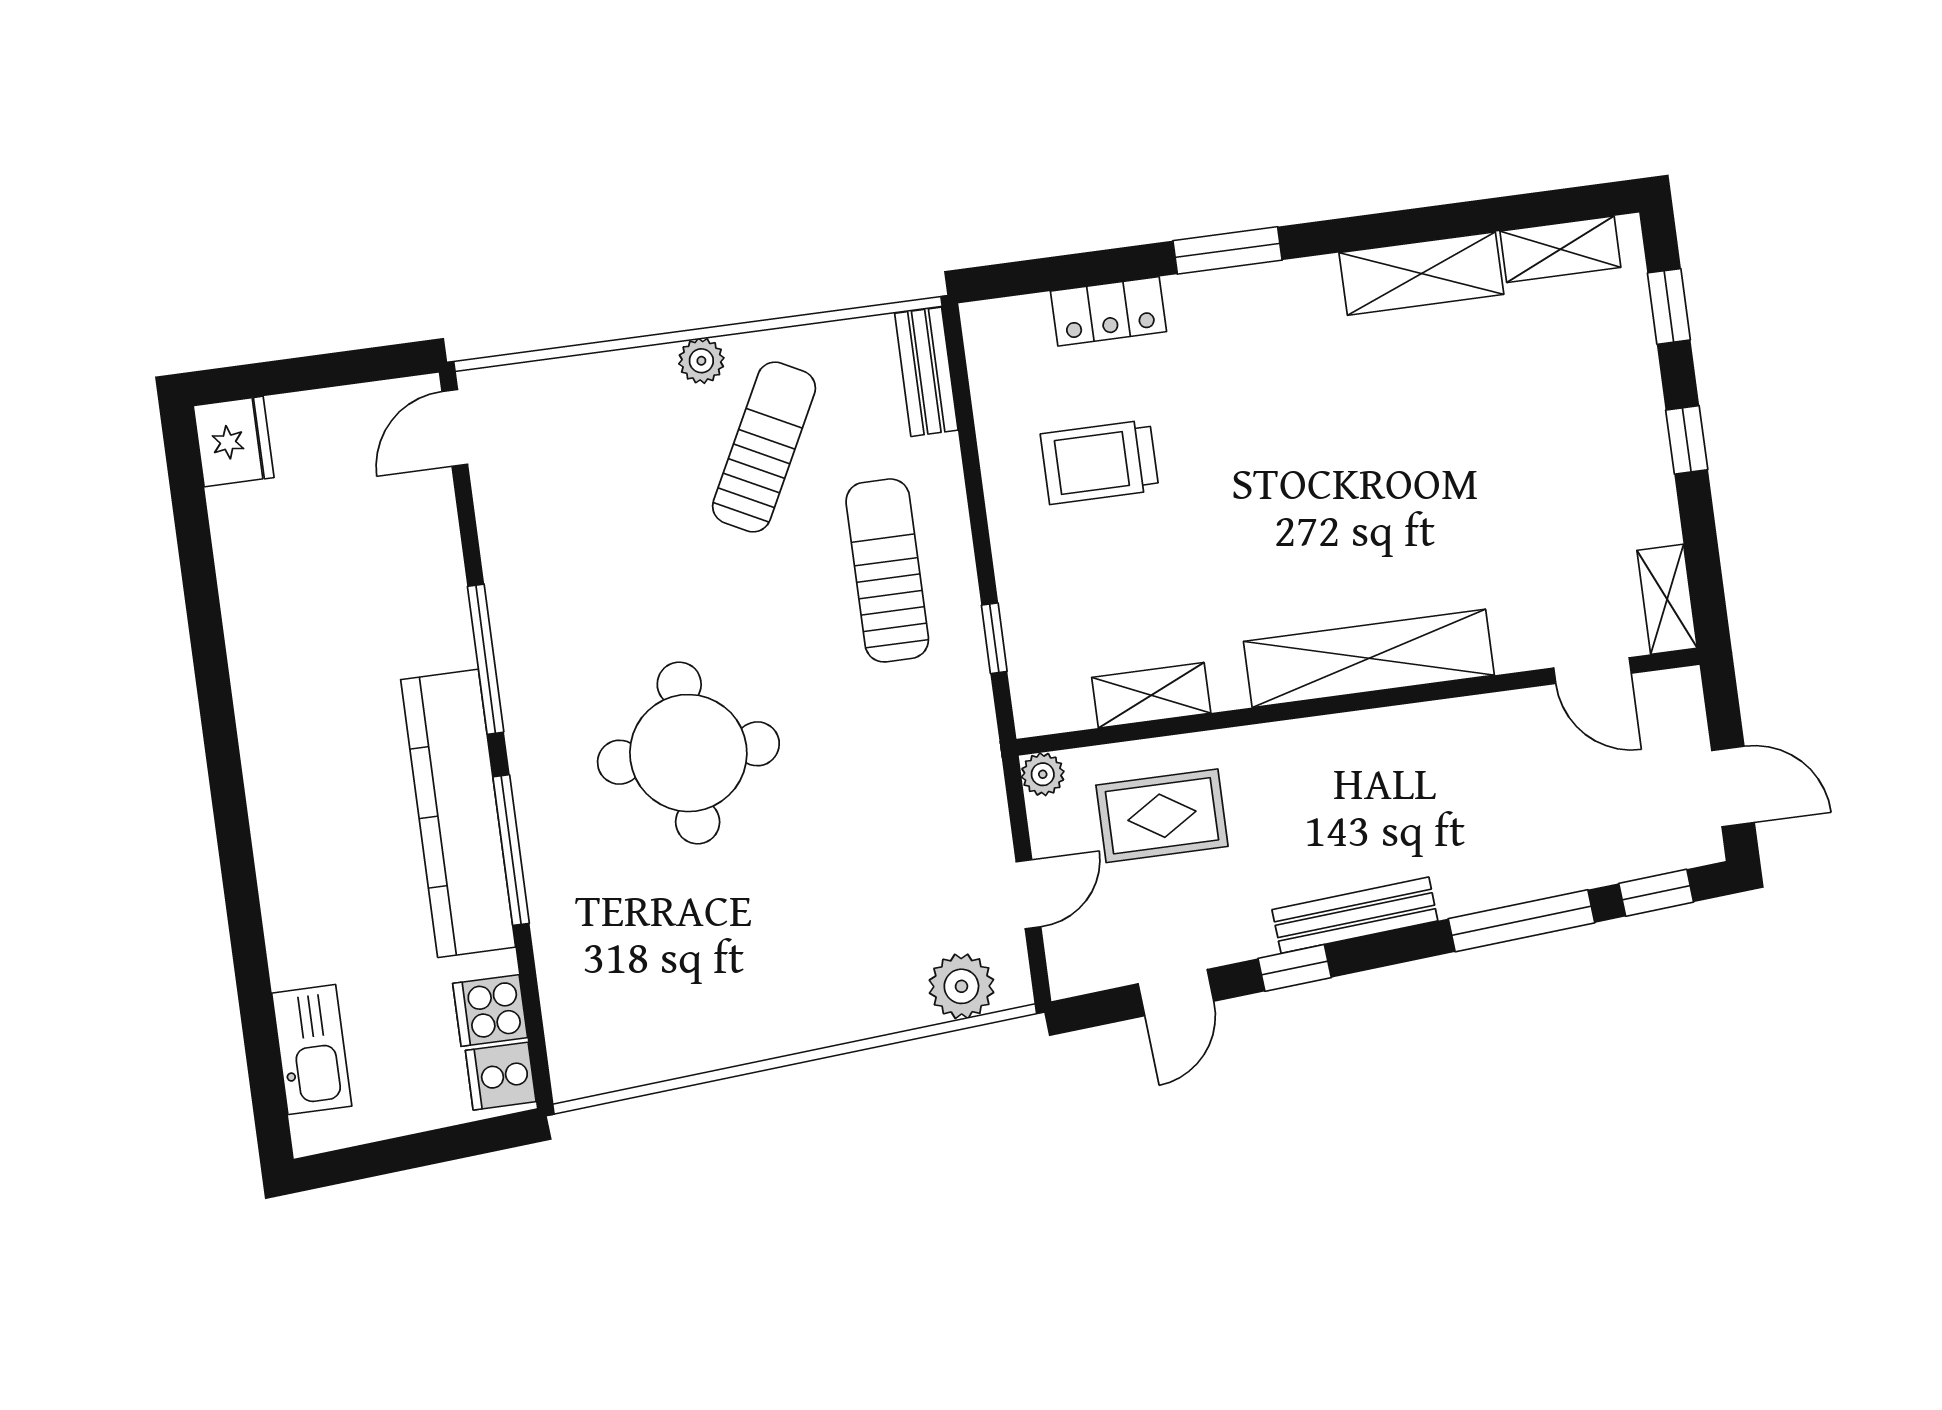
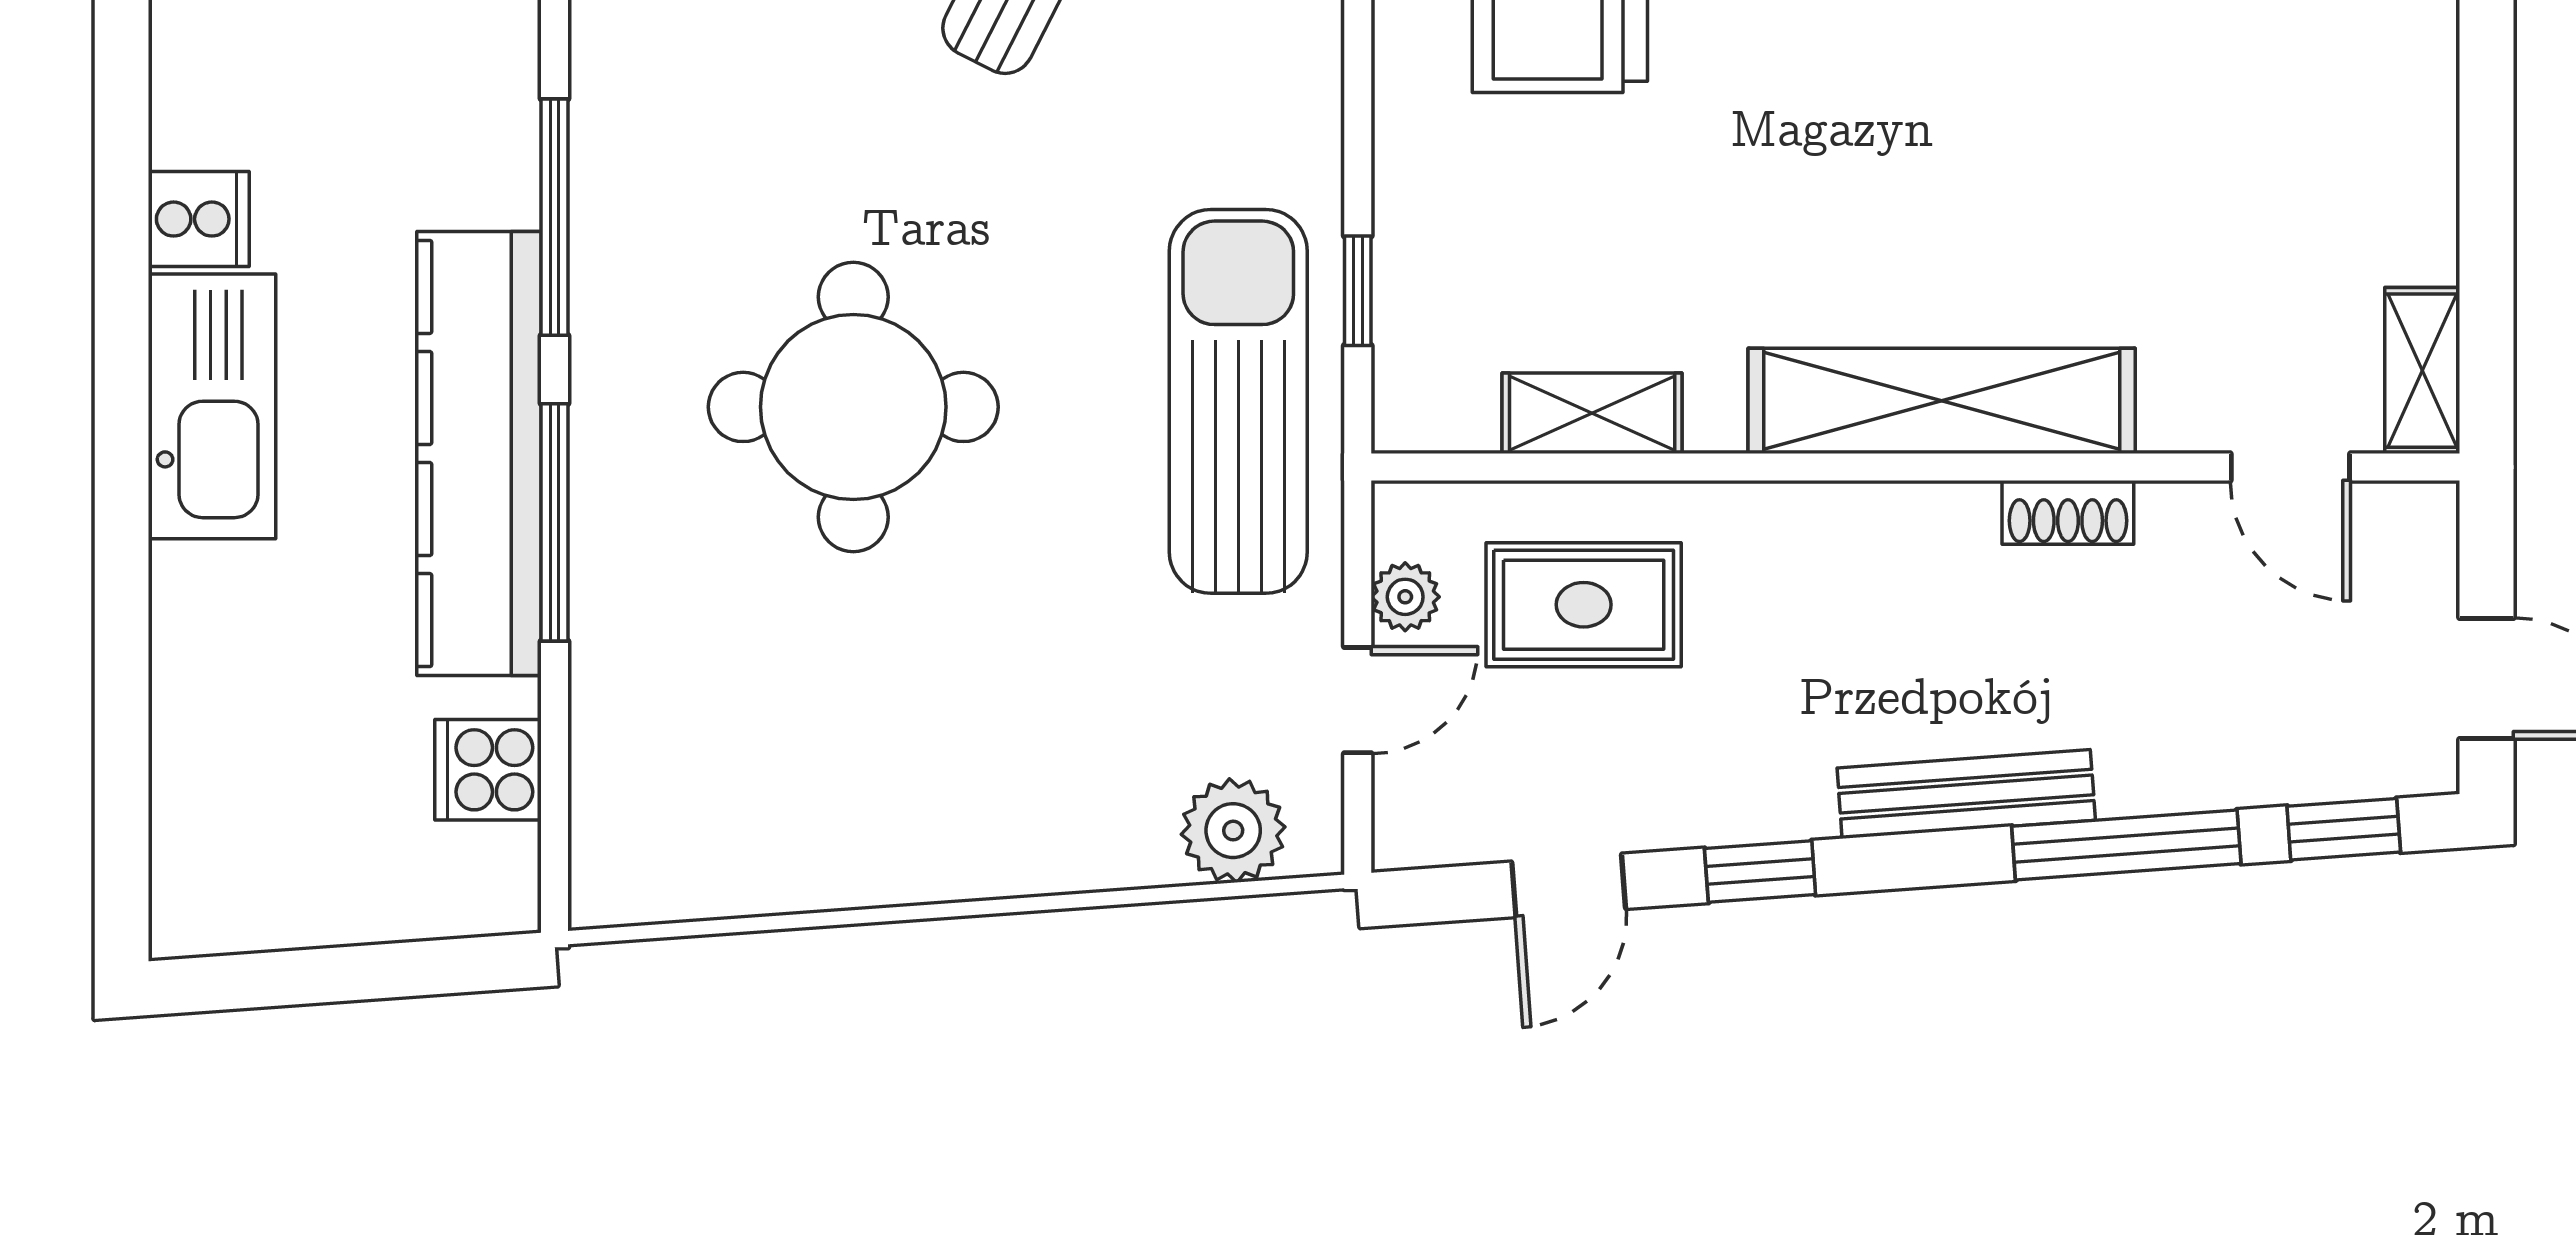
window: (1687, 440) -> (2487, 124), removed
sun lounger: (887, 570) -> (1238, 401), moved, width x1.36, depth x1.34
shoe rack: (1457, 718) -> (2068, 512), added
plant: (1043, 774) -> (1405, 597), moved
bench: (1355, 915) -> (1966, 794), moved
kitchen sink: (312, 1050) -> (212, 406), moved, width x1.36, depth x1.24
cooker: (501, 1076) -> (199, 219), moved, turned 180

